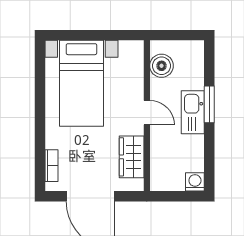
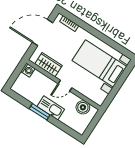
window: (209, 104) -> (40, 112), moved
washing machine: (195, 182) -> (28, 70), moved

